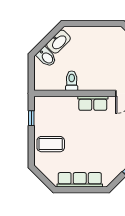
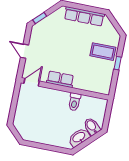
window: (31, 118) -> (118, 63), moved

